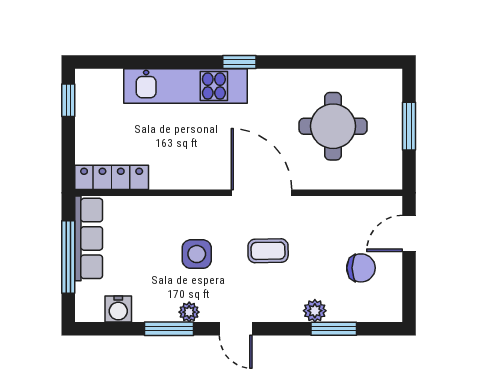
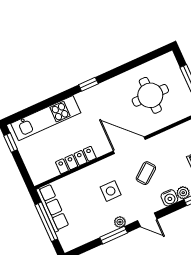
kitchen unit: (186, 86) -> (46, 118), moved
locker: (112, 177) -> (76, 160), moved
coffee table: (268, 251) -> (146, 173), turned -37
water cooler: (118, 309) -> (169, 198), moved

